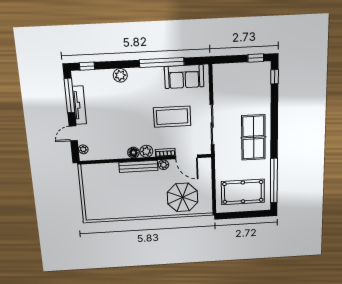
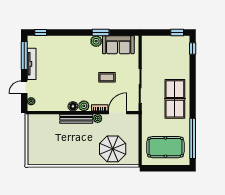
window: (162, 63) -> (101, 33), width x0.47
plant: (120, 75) -> (96, 41), moved
coffee table: (172, 117) -> (107, 77), width x0.54, depth x0.58
door: (187, 157) -> (118, 113), swing flipped

